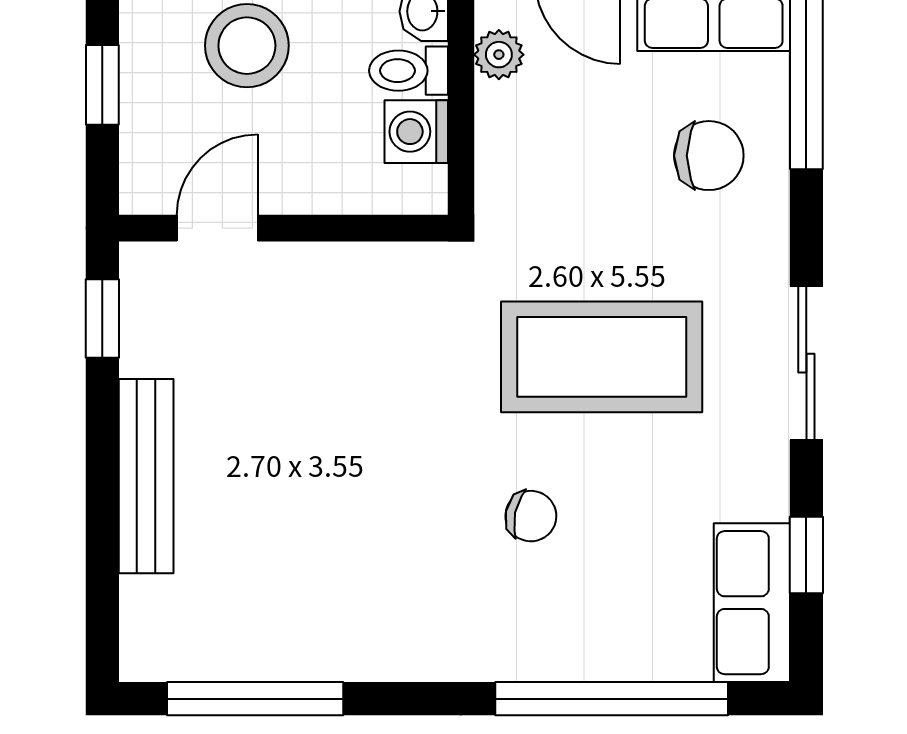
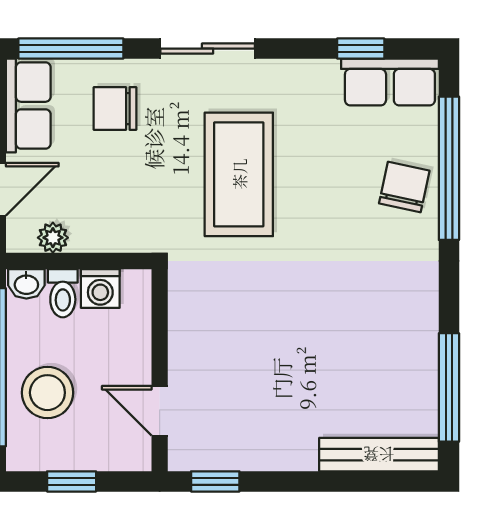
chair: (709, 156) -> (115, 109), turned -90
sliding door: (806, 363) -> (208, 49), moved
bench: (146, 476) -> (379, 455), moved
chair: (531, 516) -> (404, 187), moved, width x1.37, depth x1.37

